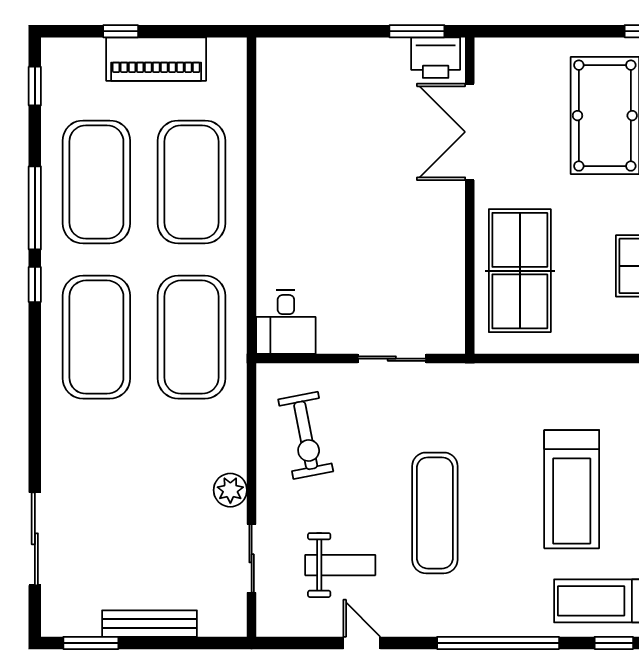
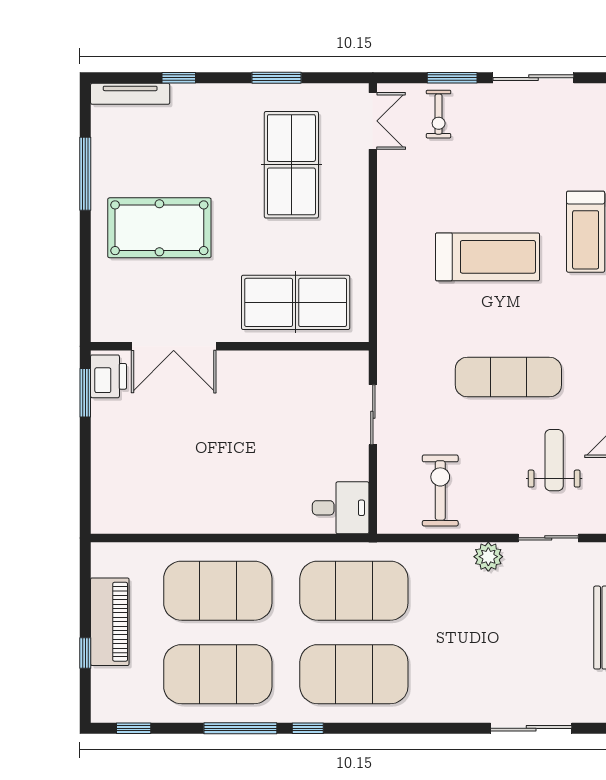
exercise bike: (306, 435) -> (440, 490), turned -79

